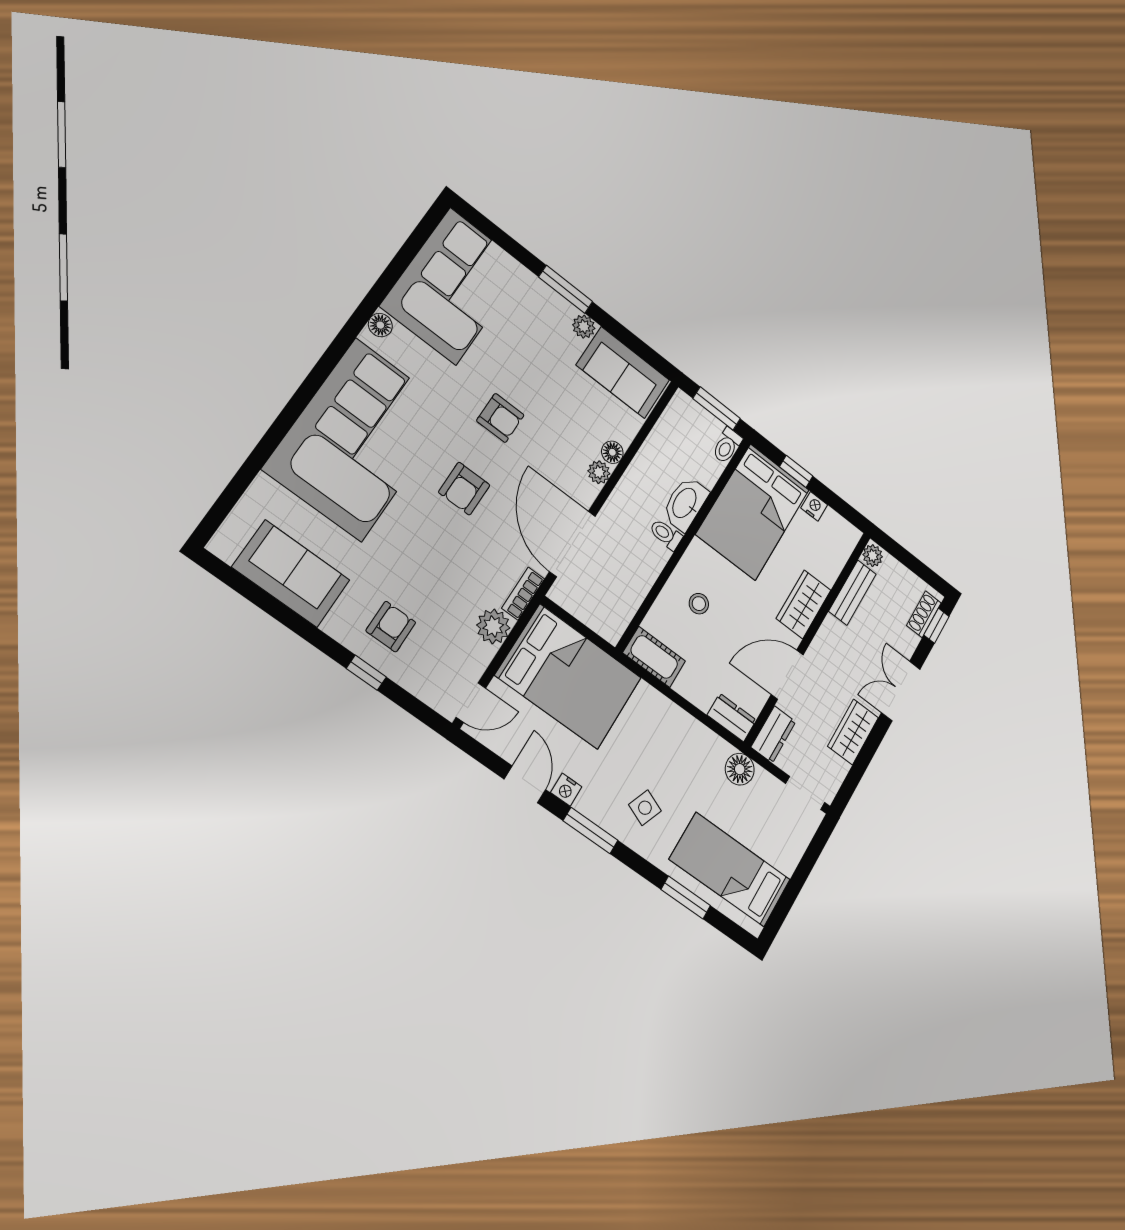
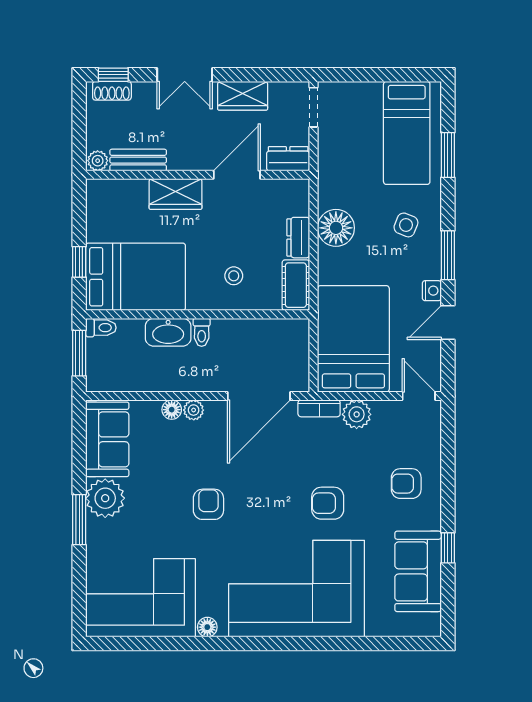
plant: (584, 327) -> (105, 498), width x1.88, depth x1.88
armchair: (464, 489) -> (328, 503), moved, turned 180
nightstand: (814, 506) -> (95, 231), removed
window: (366, 673) -> (448, 548), moved
door: (787, 675) -> (237, 175), swing flipped
dresser: (732, 718) -> (298, 238), moved
floor lamp: (740, 769) -> (336, 228), moved, width x1.38, depth x1.38

